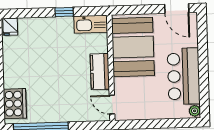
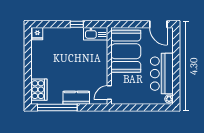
kitchen counter: (100, 72) -> (76, 98), moved, turned 90
door: (112, 105) -> (109, 93), hinge flipped

